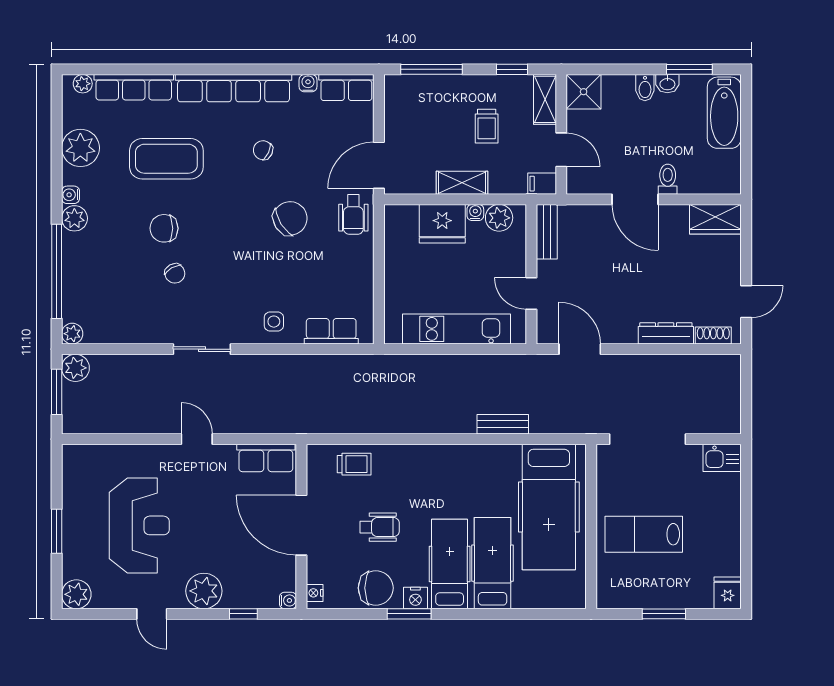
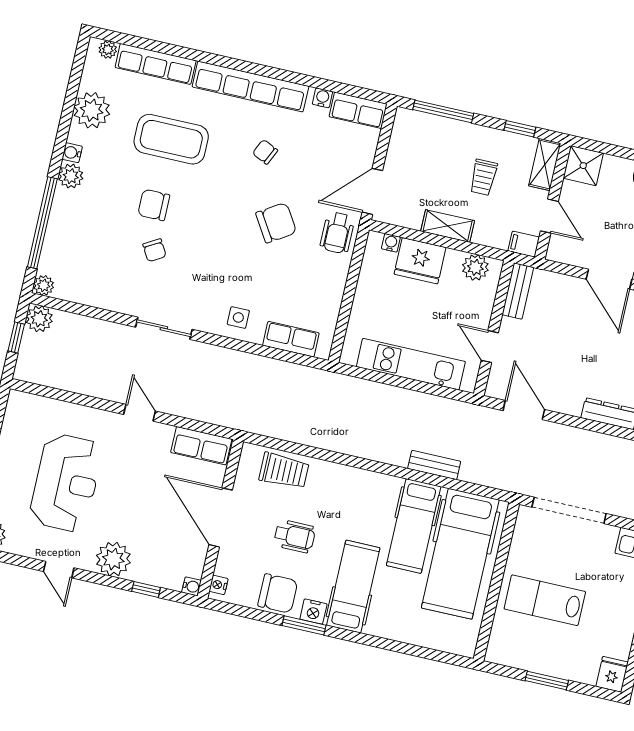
water cooler: (475, 212) -> (391, 243), moved
window: (57, 392) -> (16, 338), width x0.67
trolley: (354, 464) -> (284, 471), width x1.36, depth x1.39
hospital bed: (493, 563) -> (414, 526), moved, turned 180

